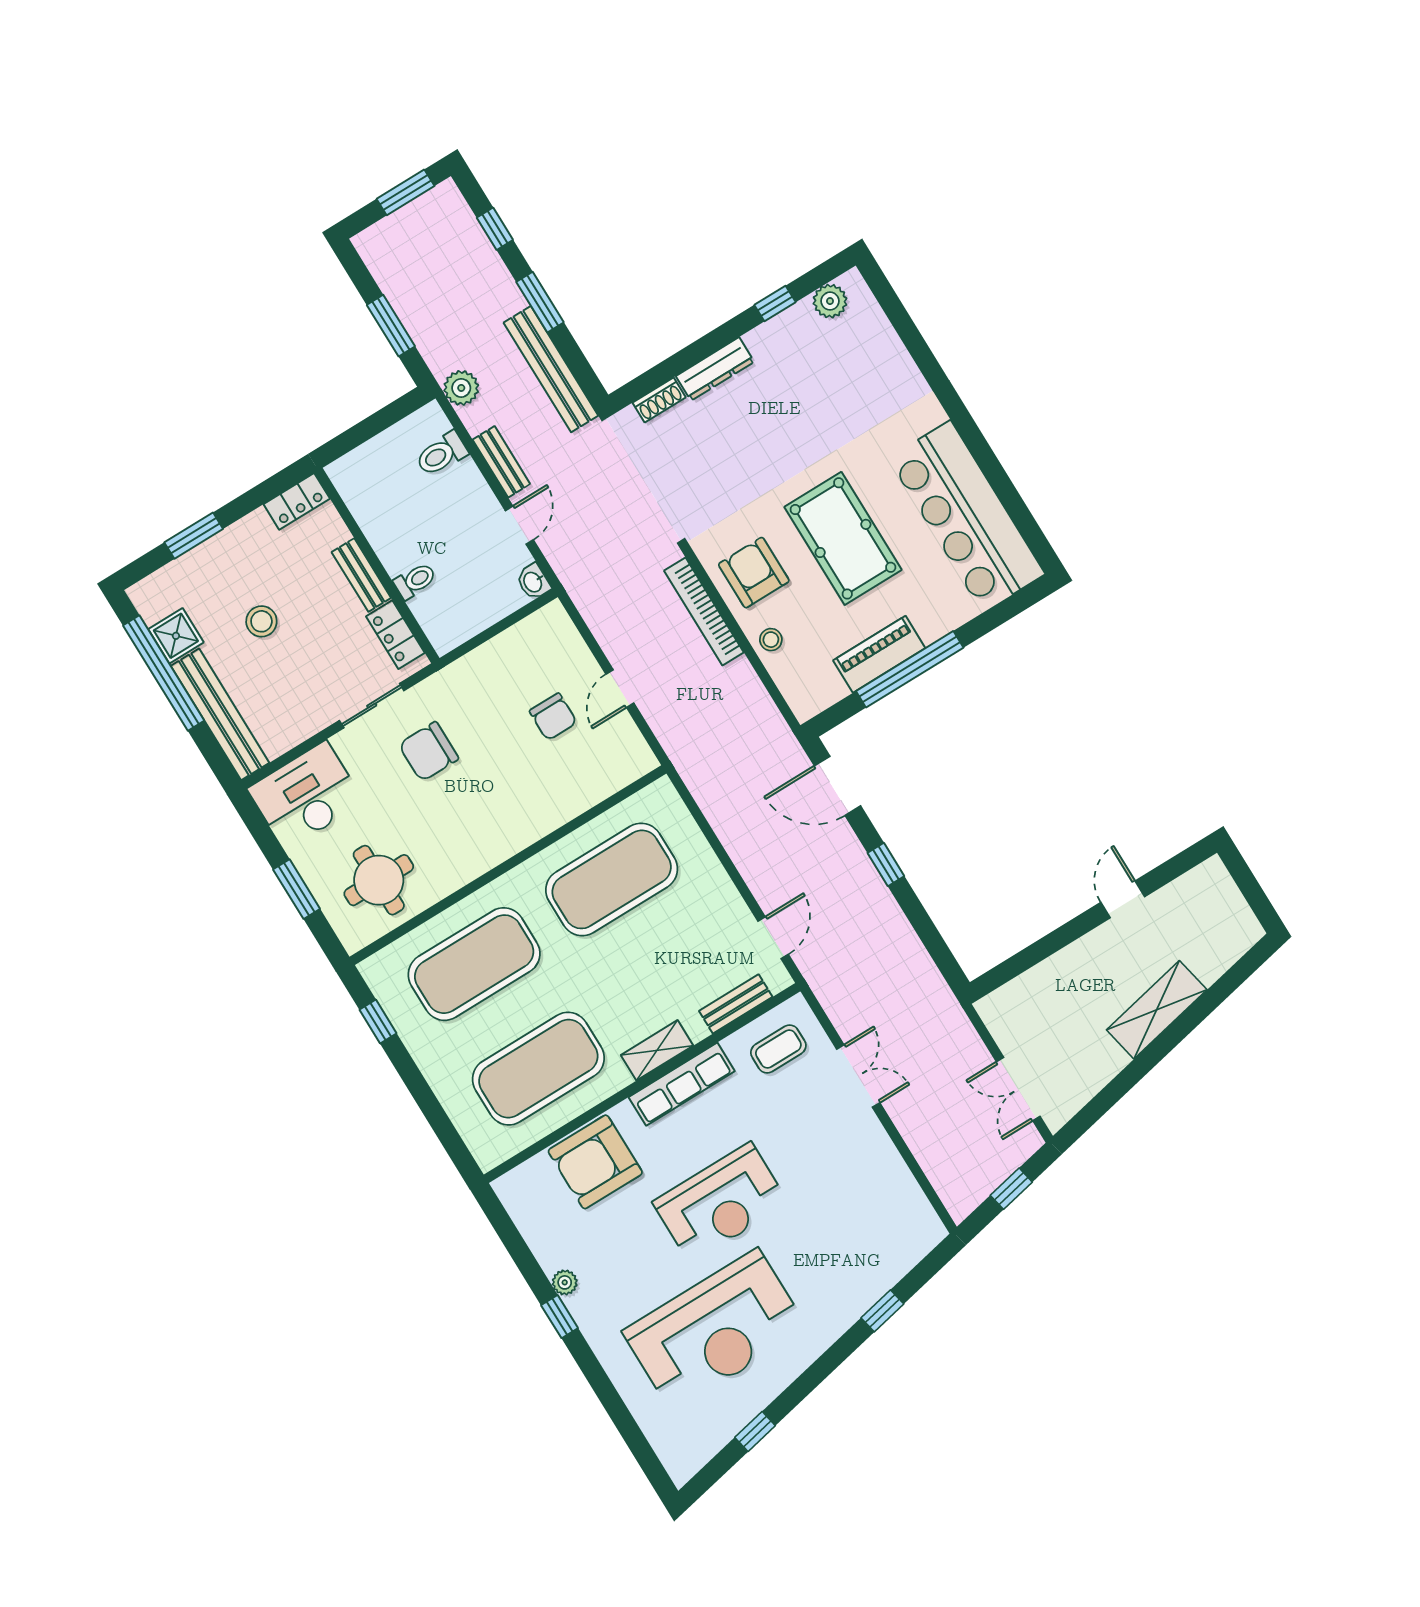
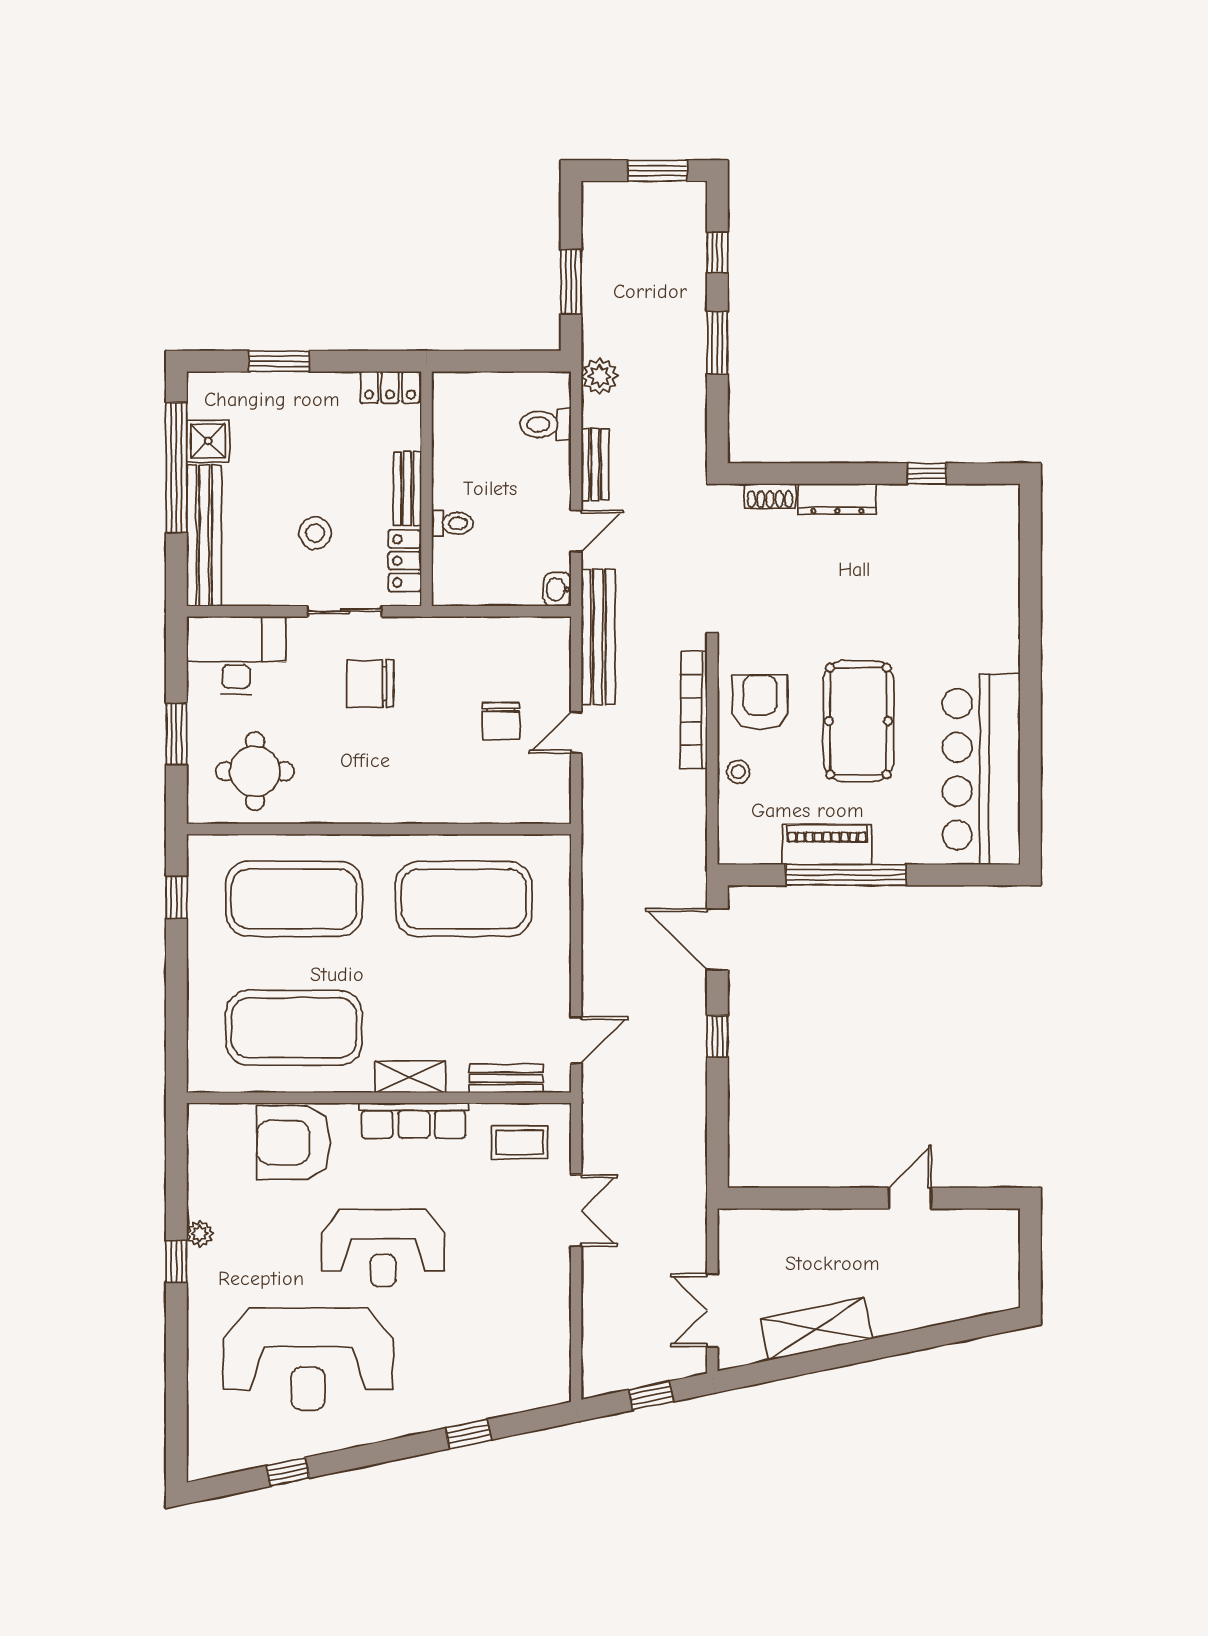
plant: (830, 301) -> (977, 502), removed
bench: (551, 369) -> (598, 637), moved
stool: (261, 621) -> (315, 533), moved
shelving: (1157, 1010) -> (816, 1329), moved

